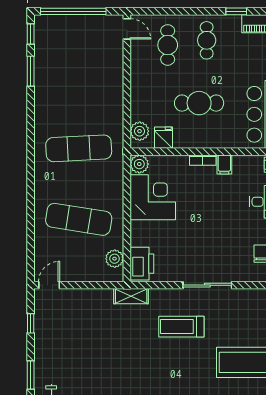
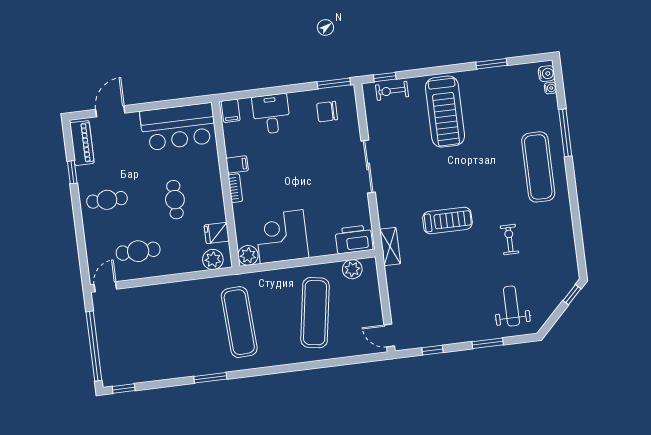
cafe table: (168, 45) -> (138, 251), moved
window: (31, 71) -> (210, 378), moved
cafe table: (199, 103) -> (175, 200), width x0.73, depth x0.74
treadmill: (181, 327) -> (447, 221), moved, turned -90

